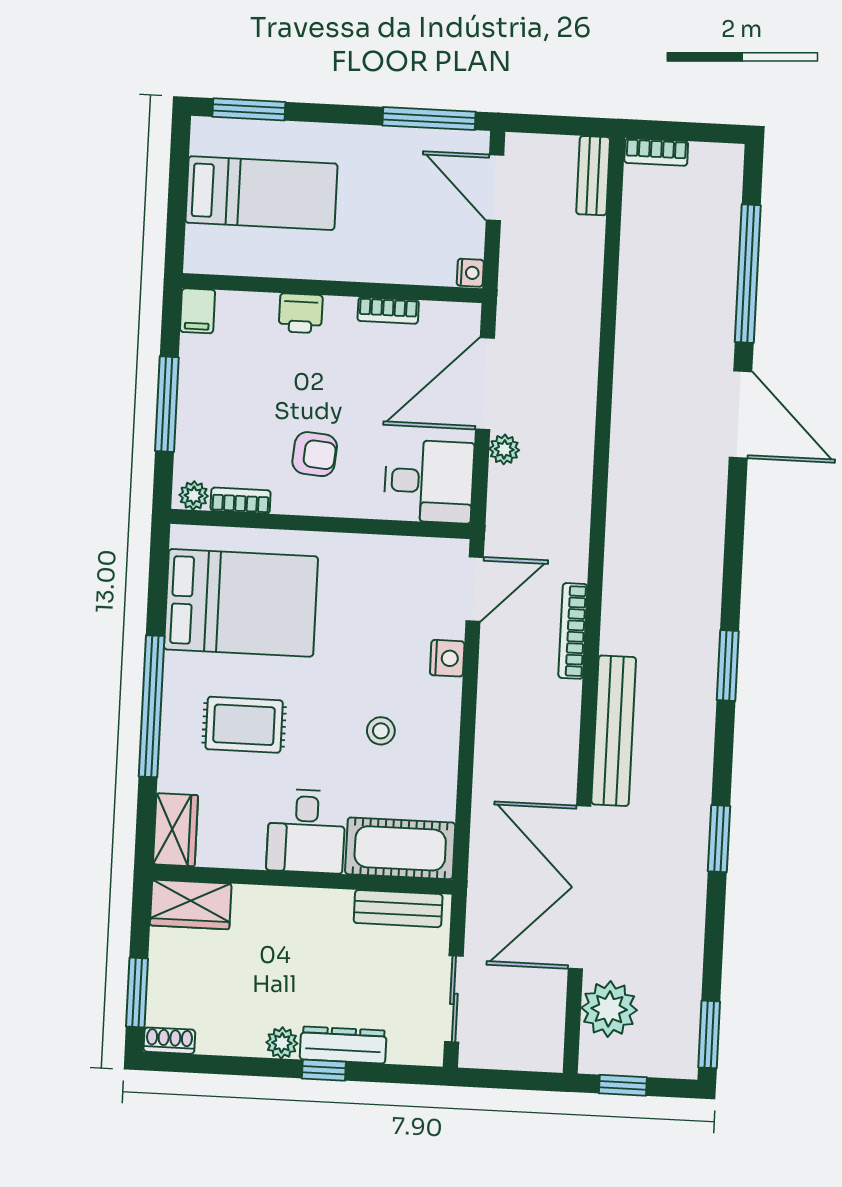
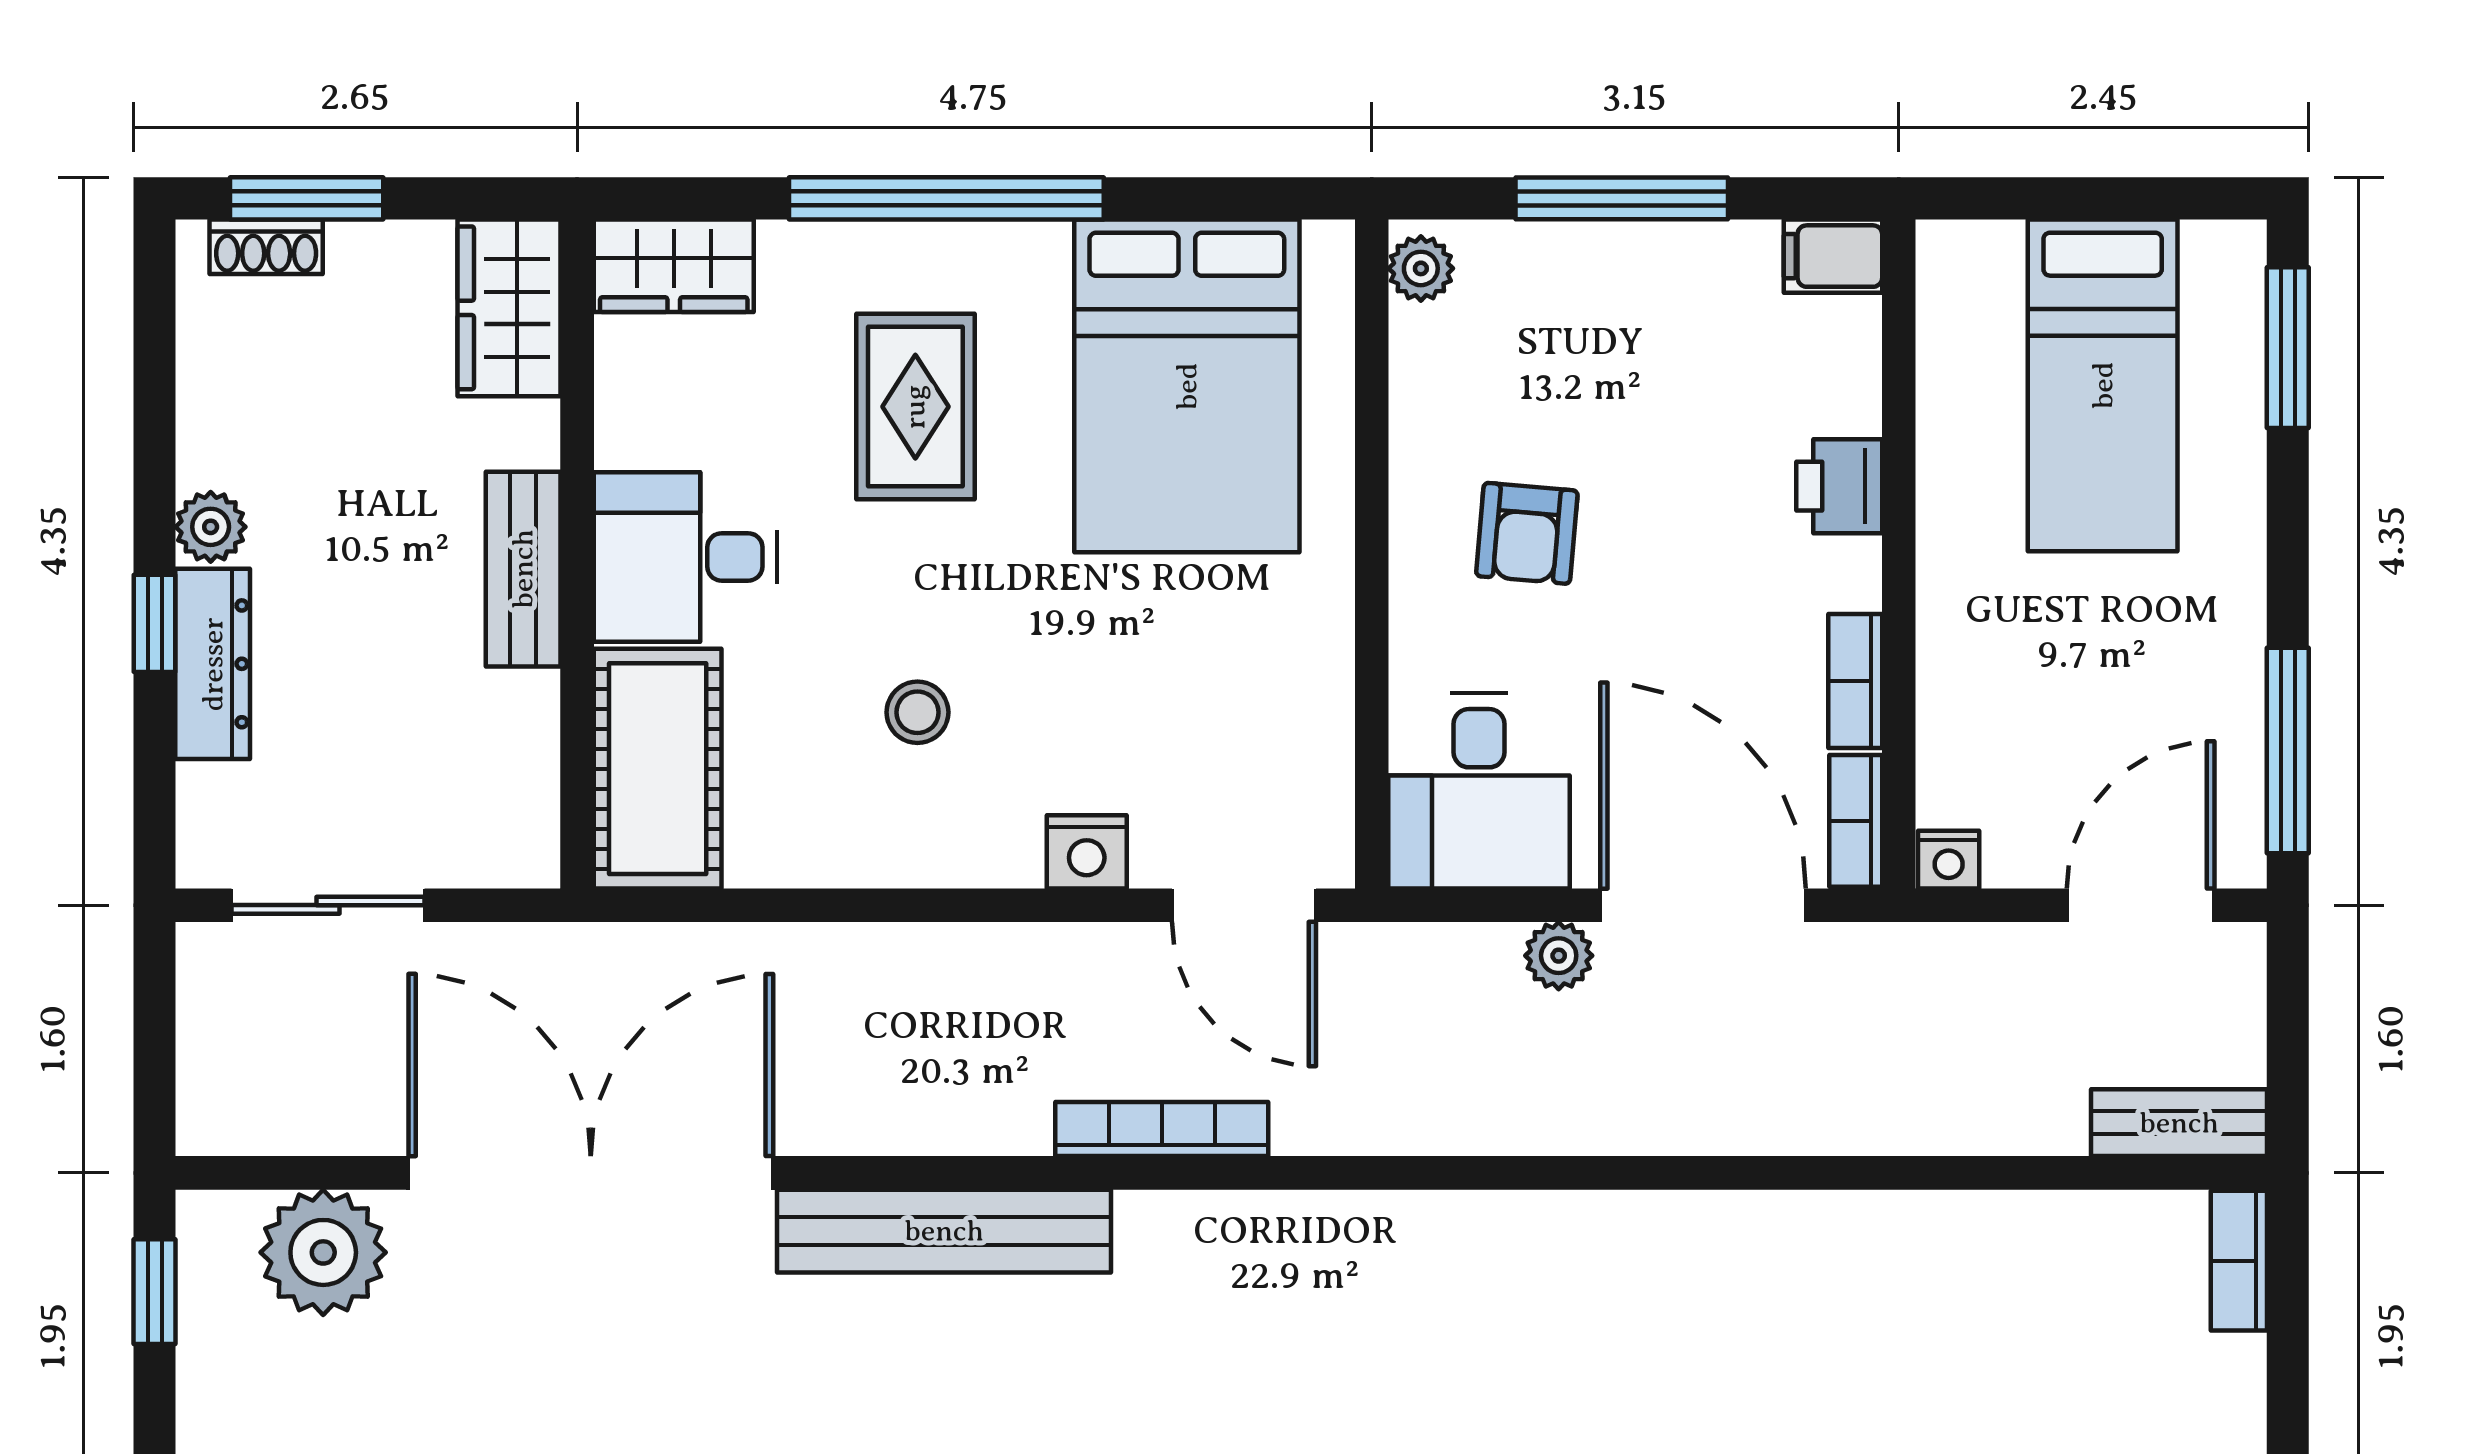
bookcase: (241, 501) -> (1856, 821), moved, turned 180
bench: (398, 909) -> (523, 569), moved
shoe rack: (169, 1041) -> (266, 247), moved, turned 90

